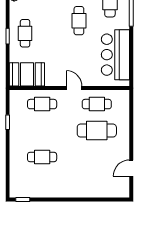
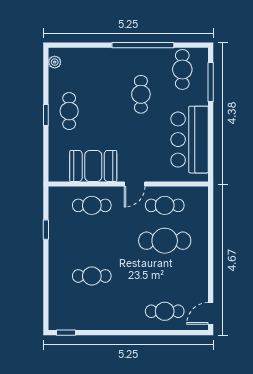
booth: (27, 74) -> (93, 166), moved
door: (74, 88) -> (135, 184), swing flipped
door: (131, 168) -> (211, 313), moved
cafe table: (97, 183) -> (165, 311), added

